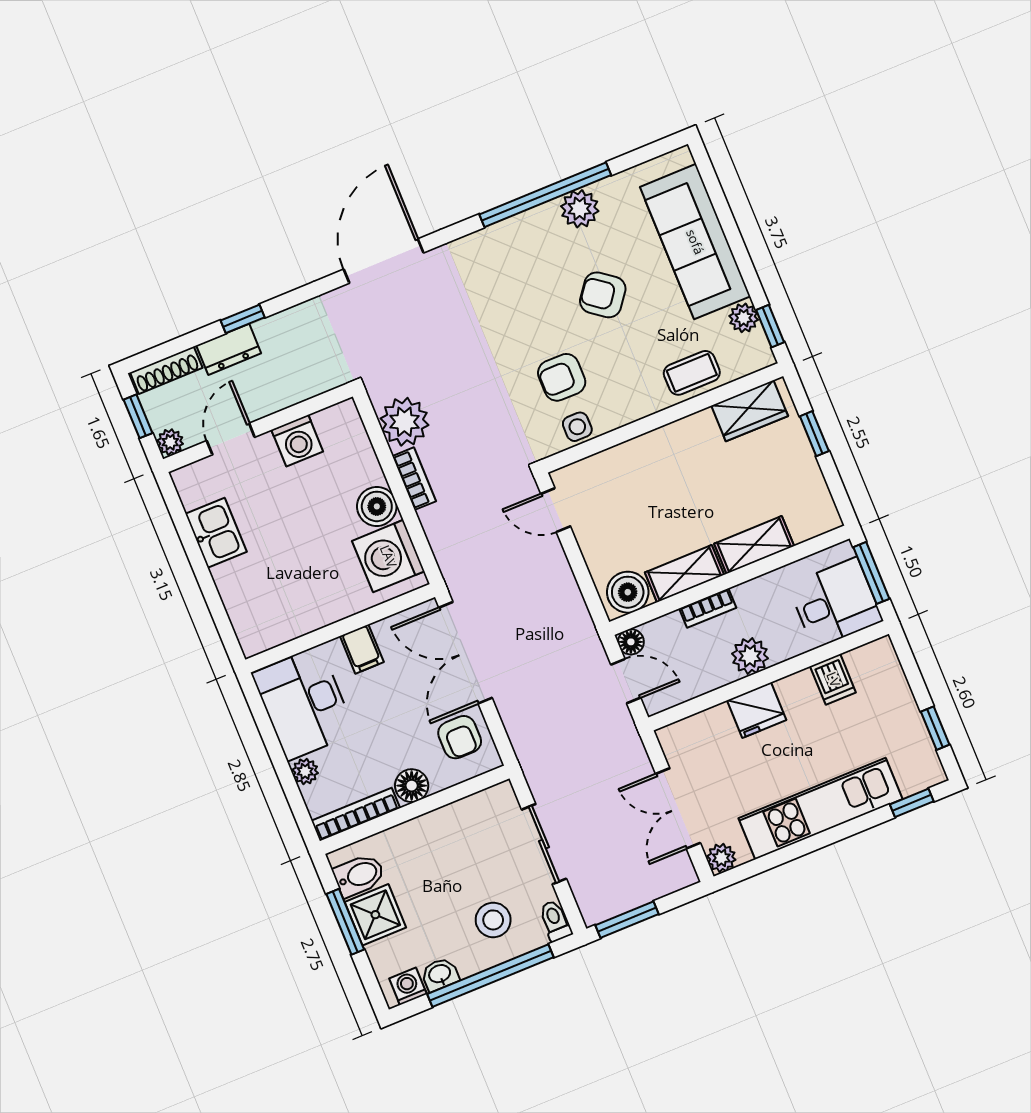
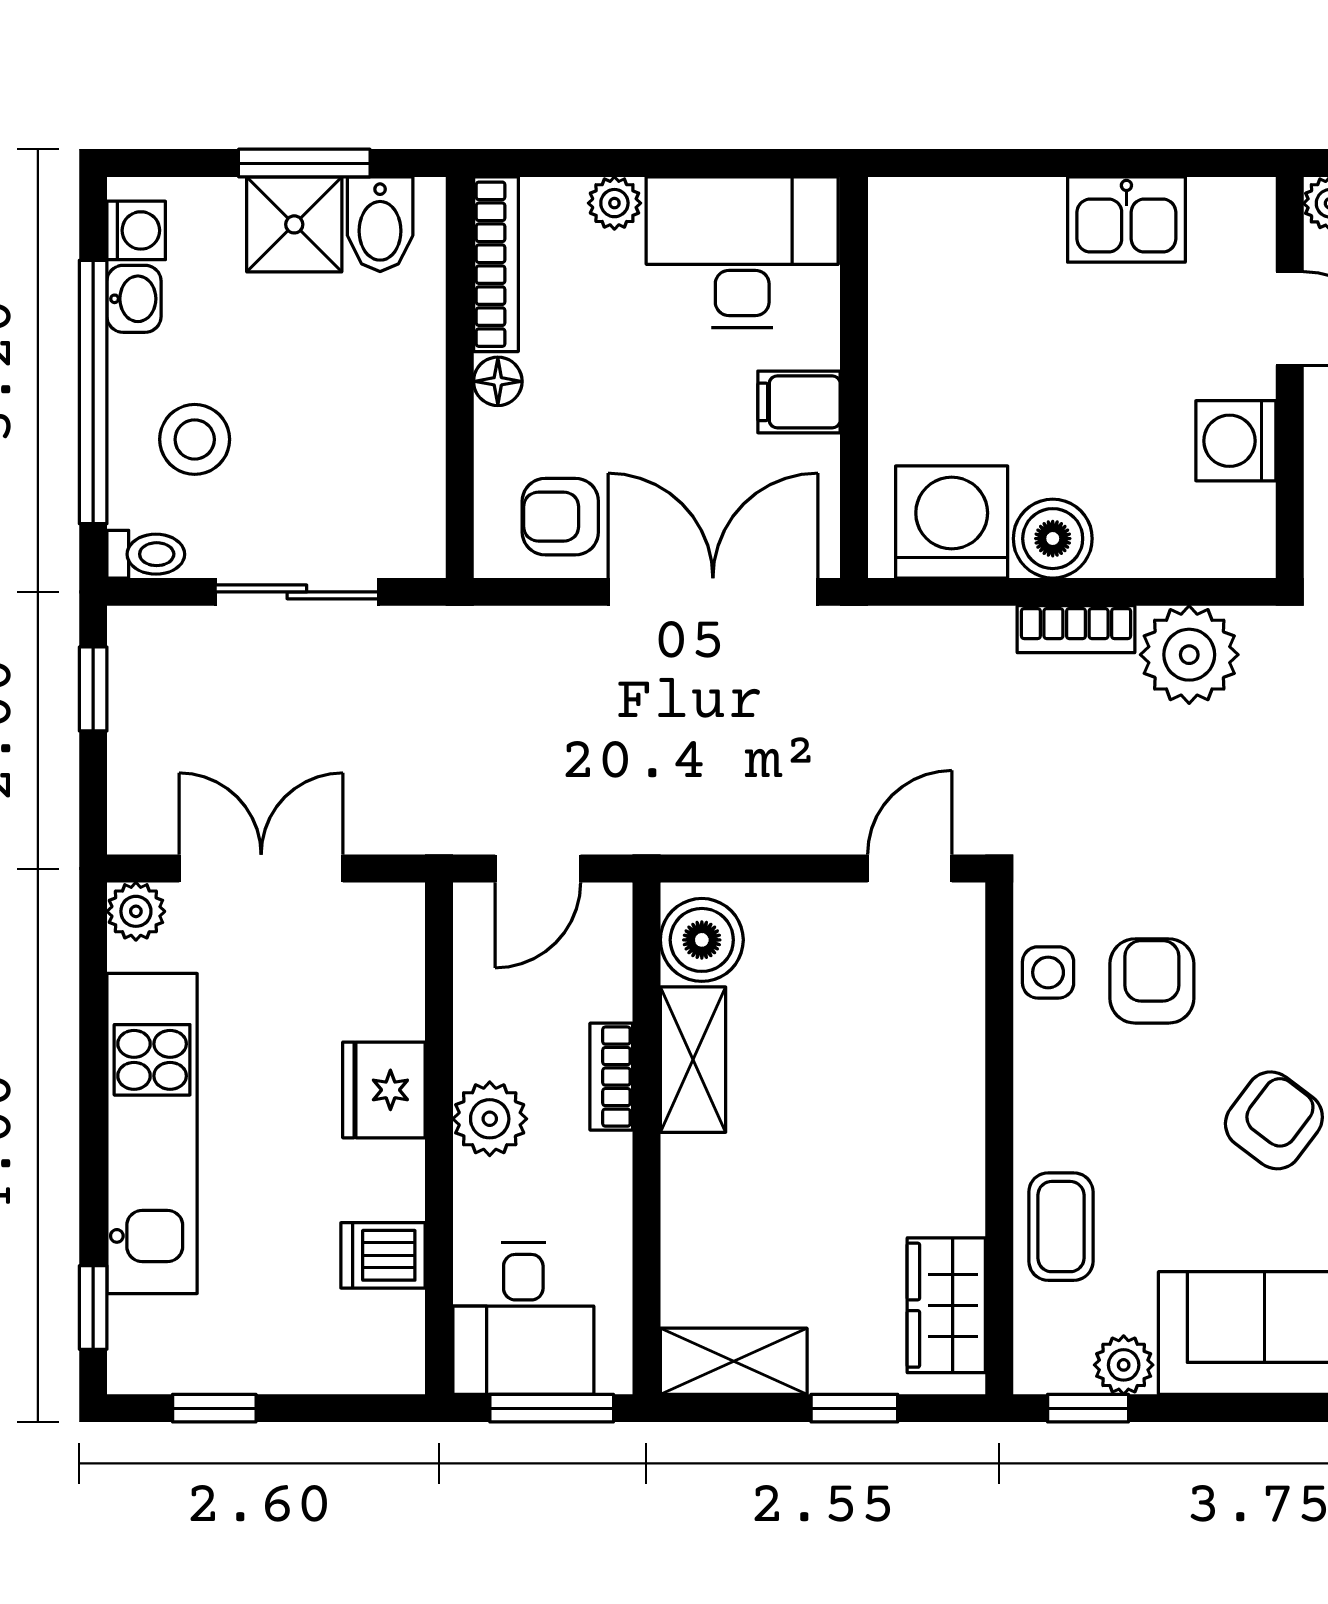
shelving: (754, 545) -> (734, 1361), moved, turned 90
floor lamp: (631, 642) -> (607, 908), removed
floor lamp: (412, 786) -> (498, 381), width x0.73, depth x0.73
window: (627, 920) -> (93, 689), width x0.67

